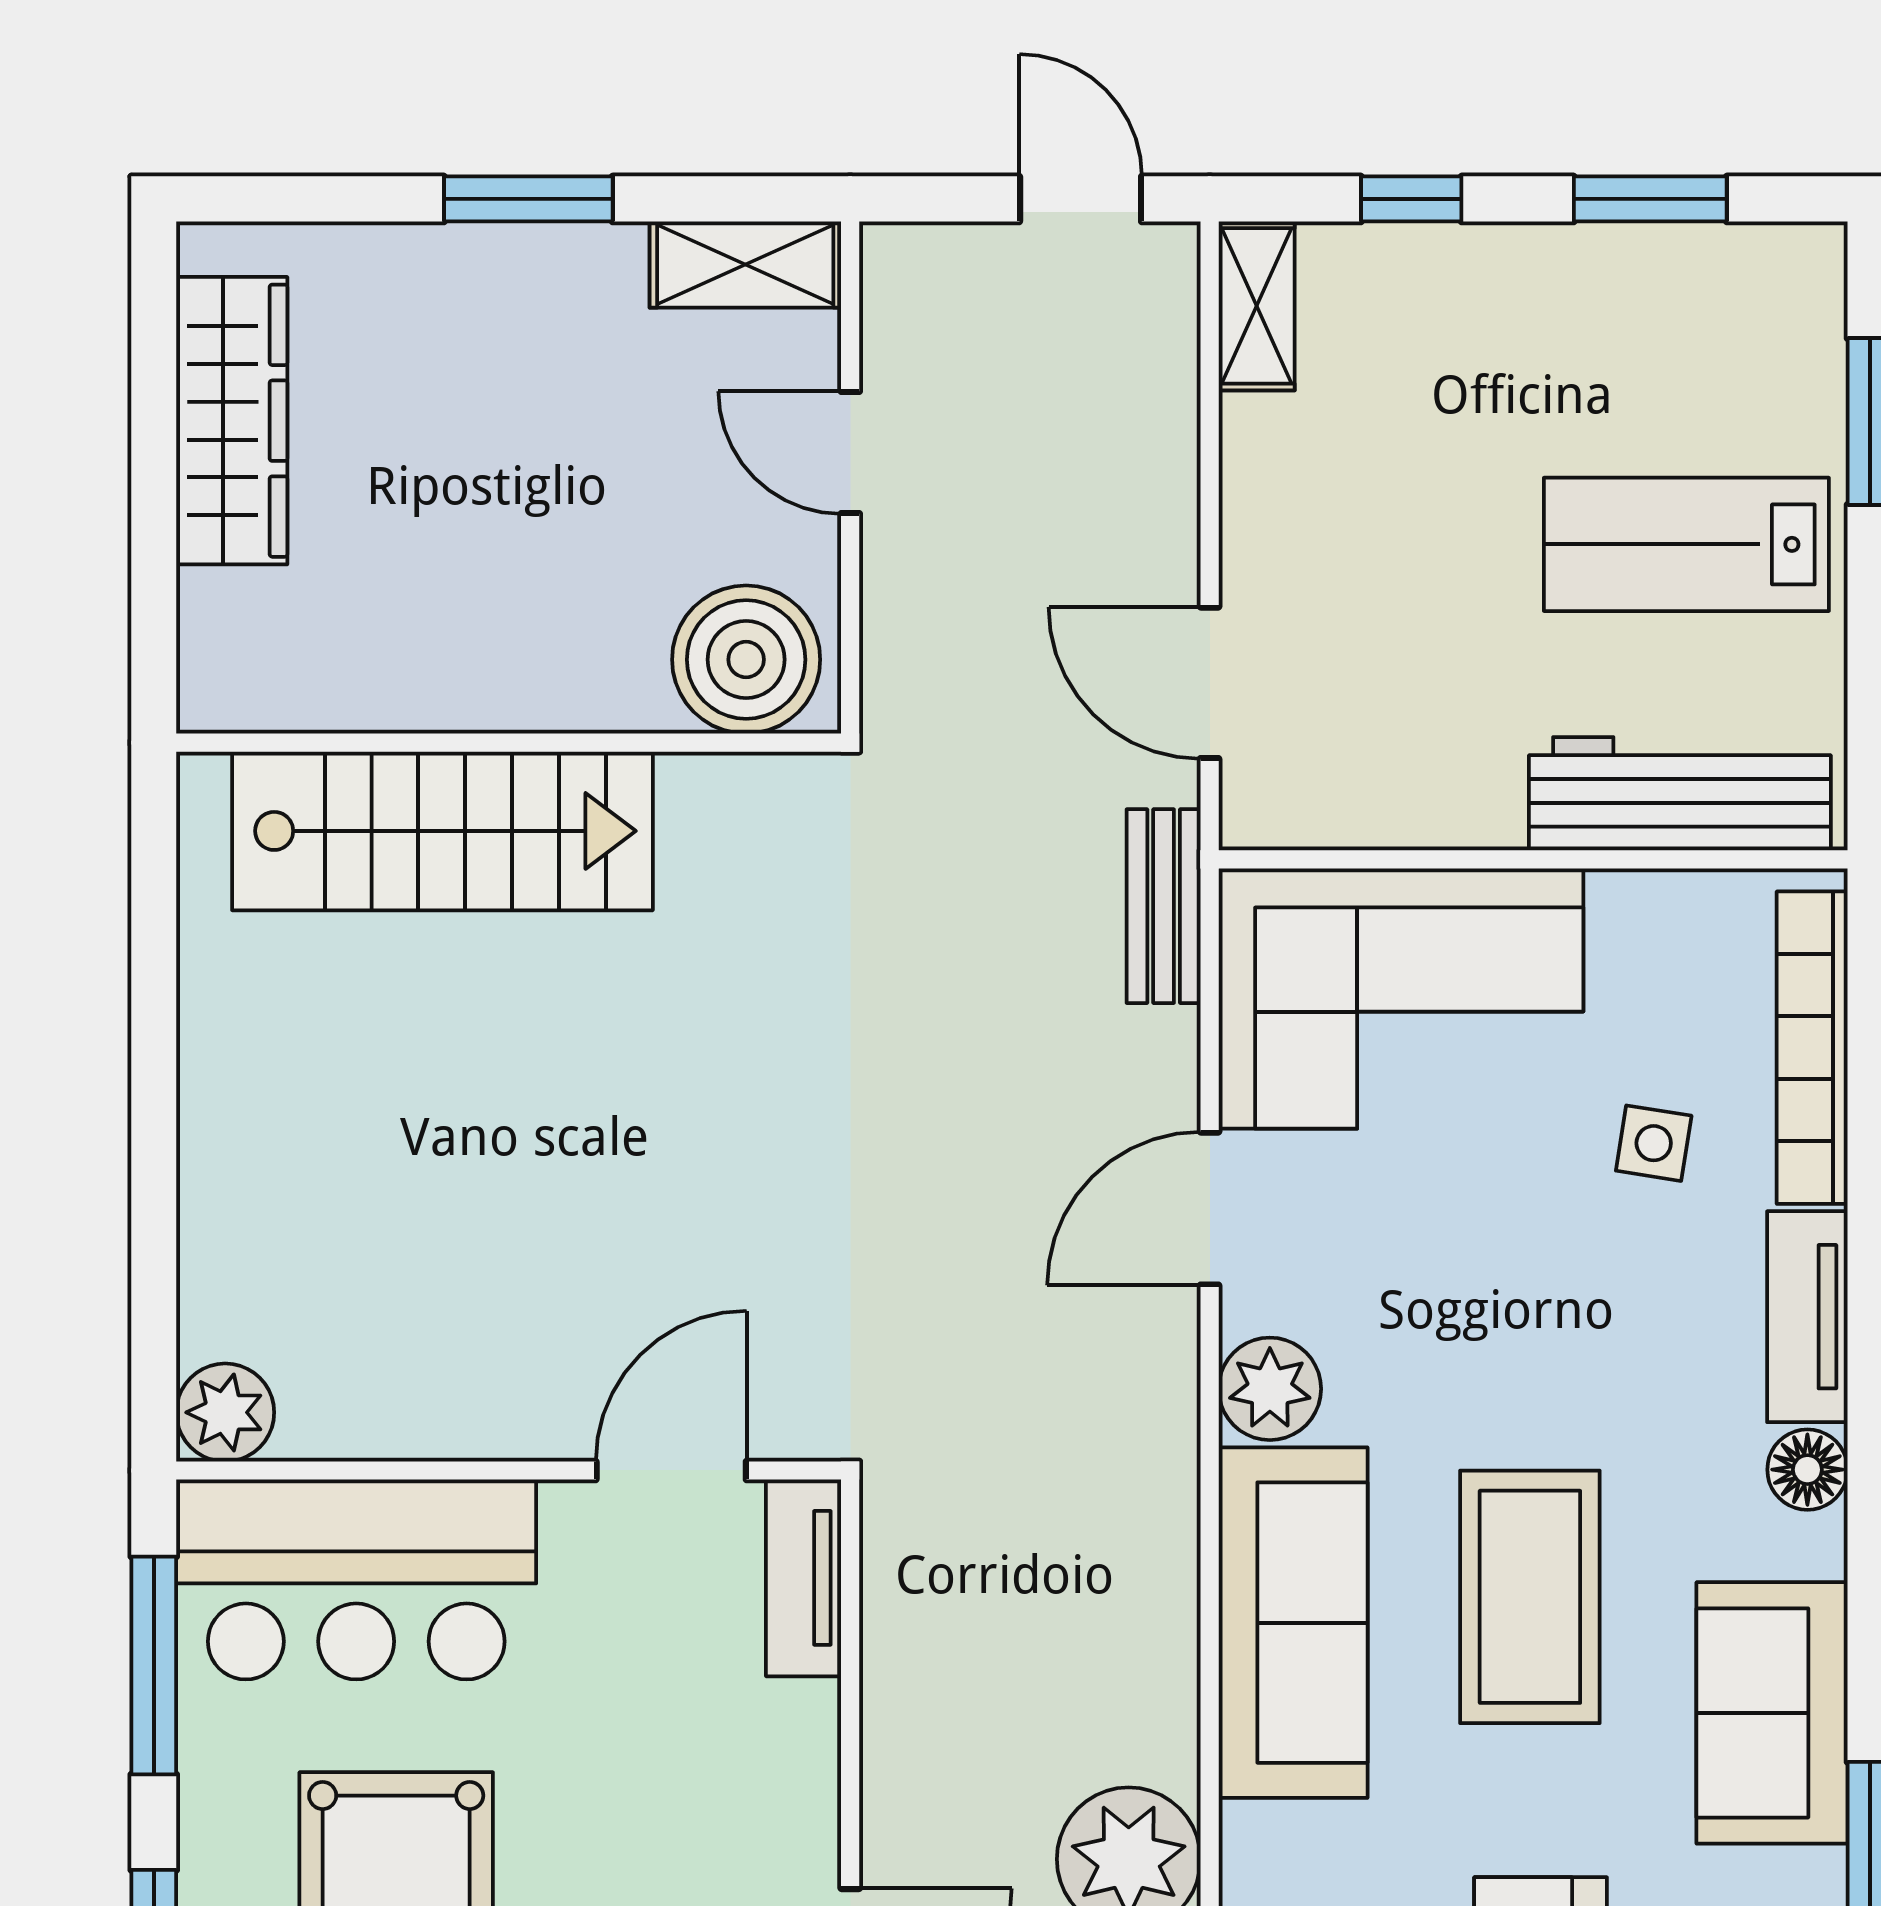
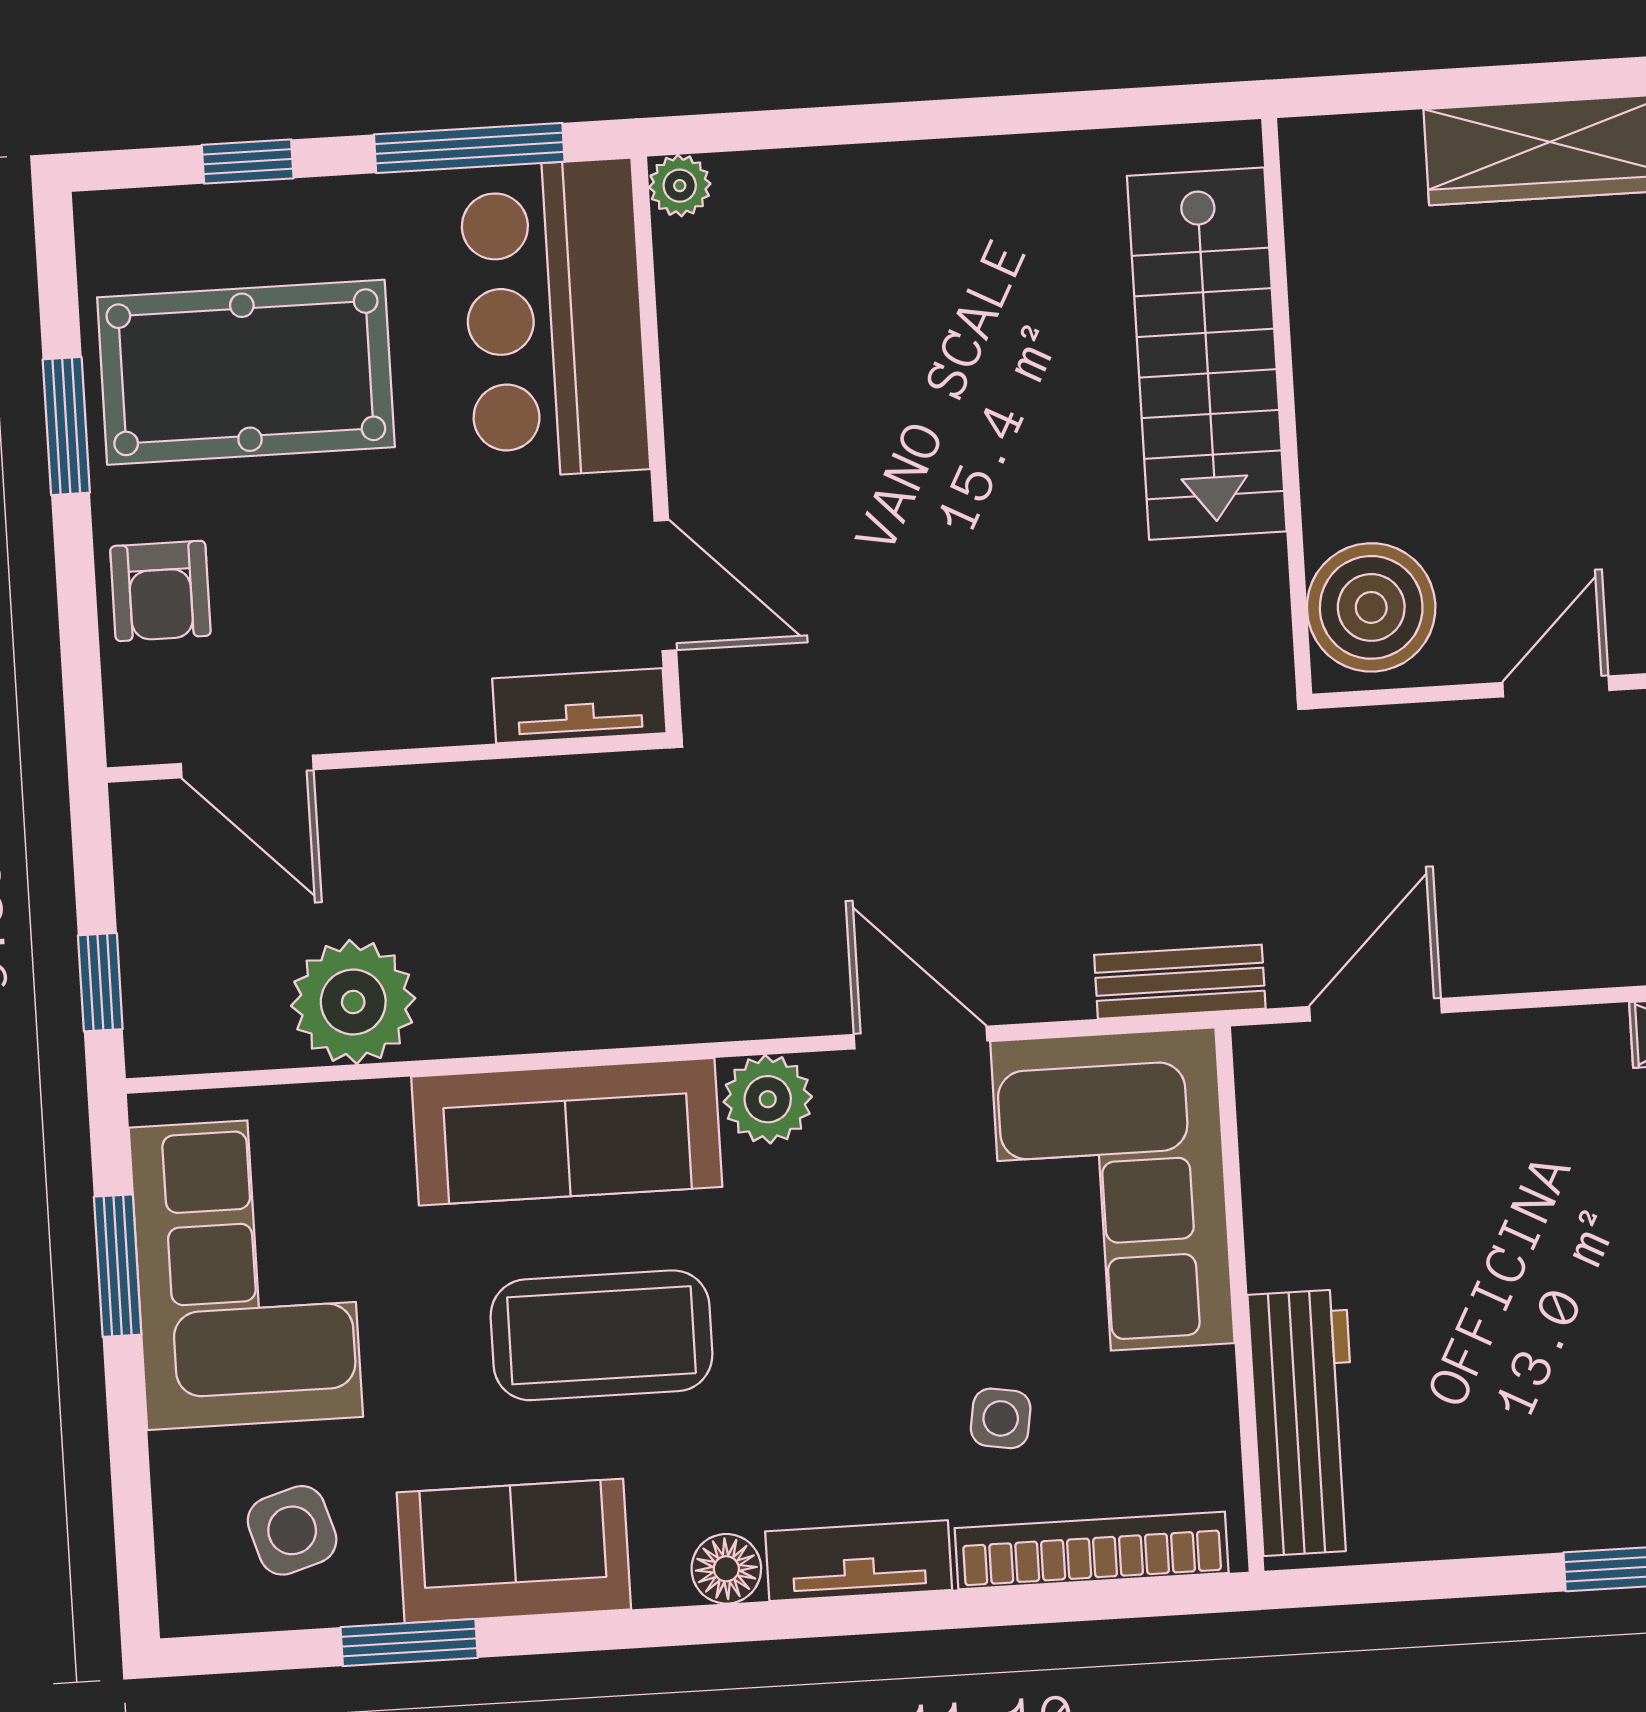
lab bench: (1686, 544) -> (1521, 1415), removed
plant: (225, 1412) -> (680, 186), width x0.73, depth x0.73

